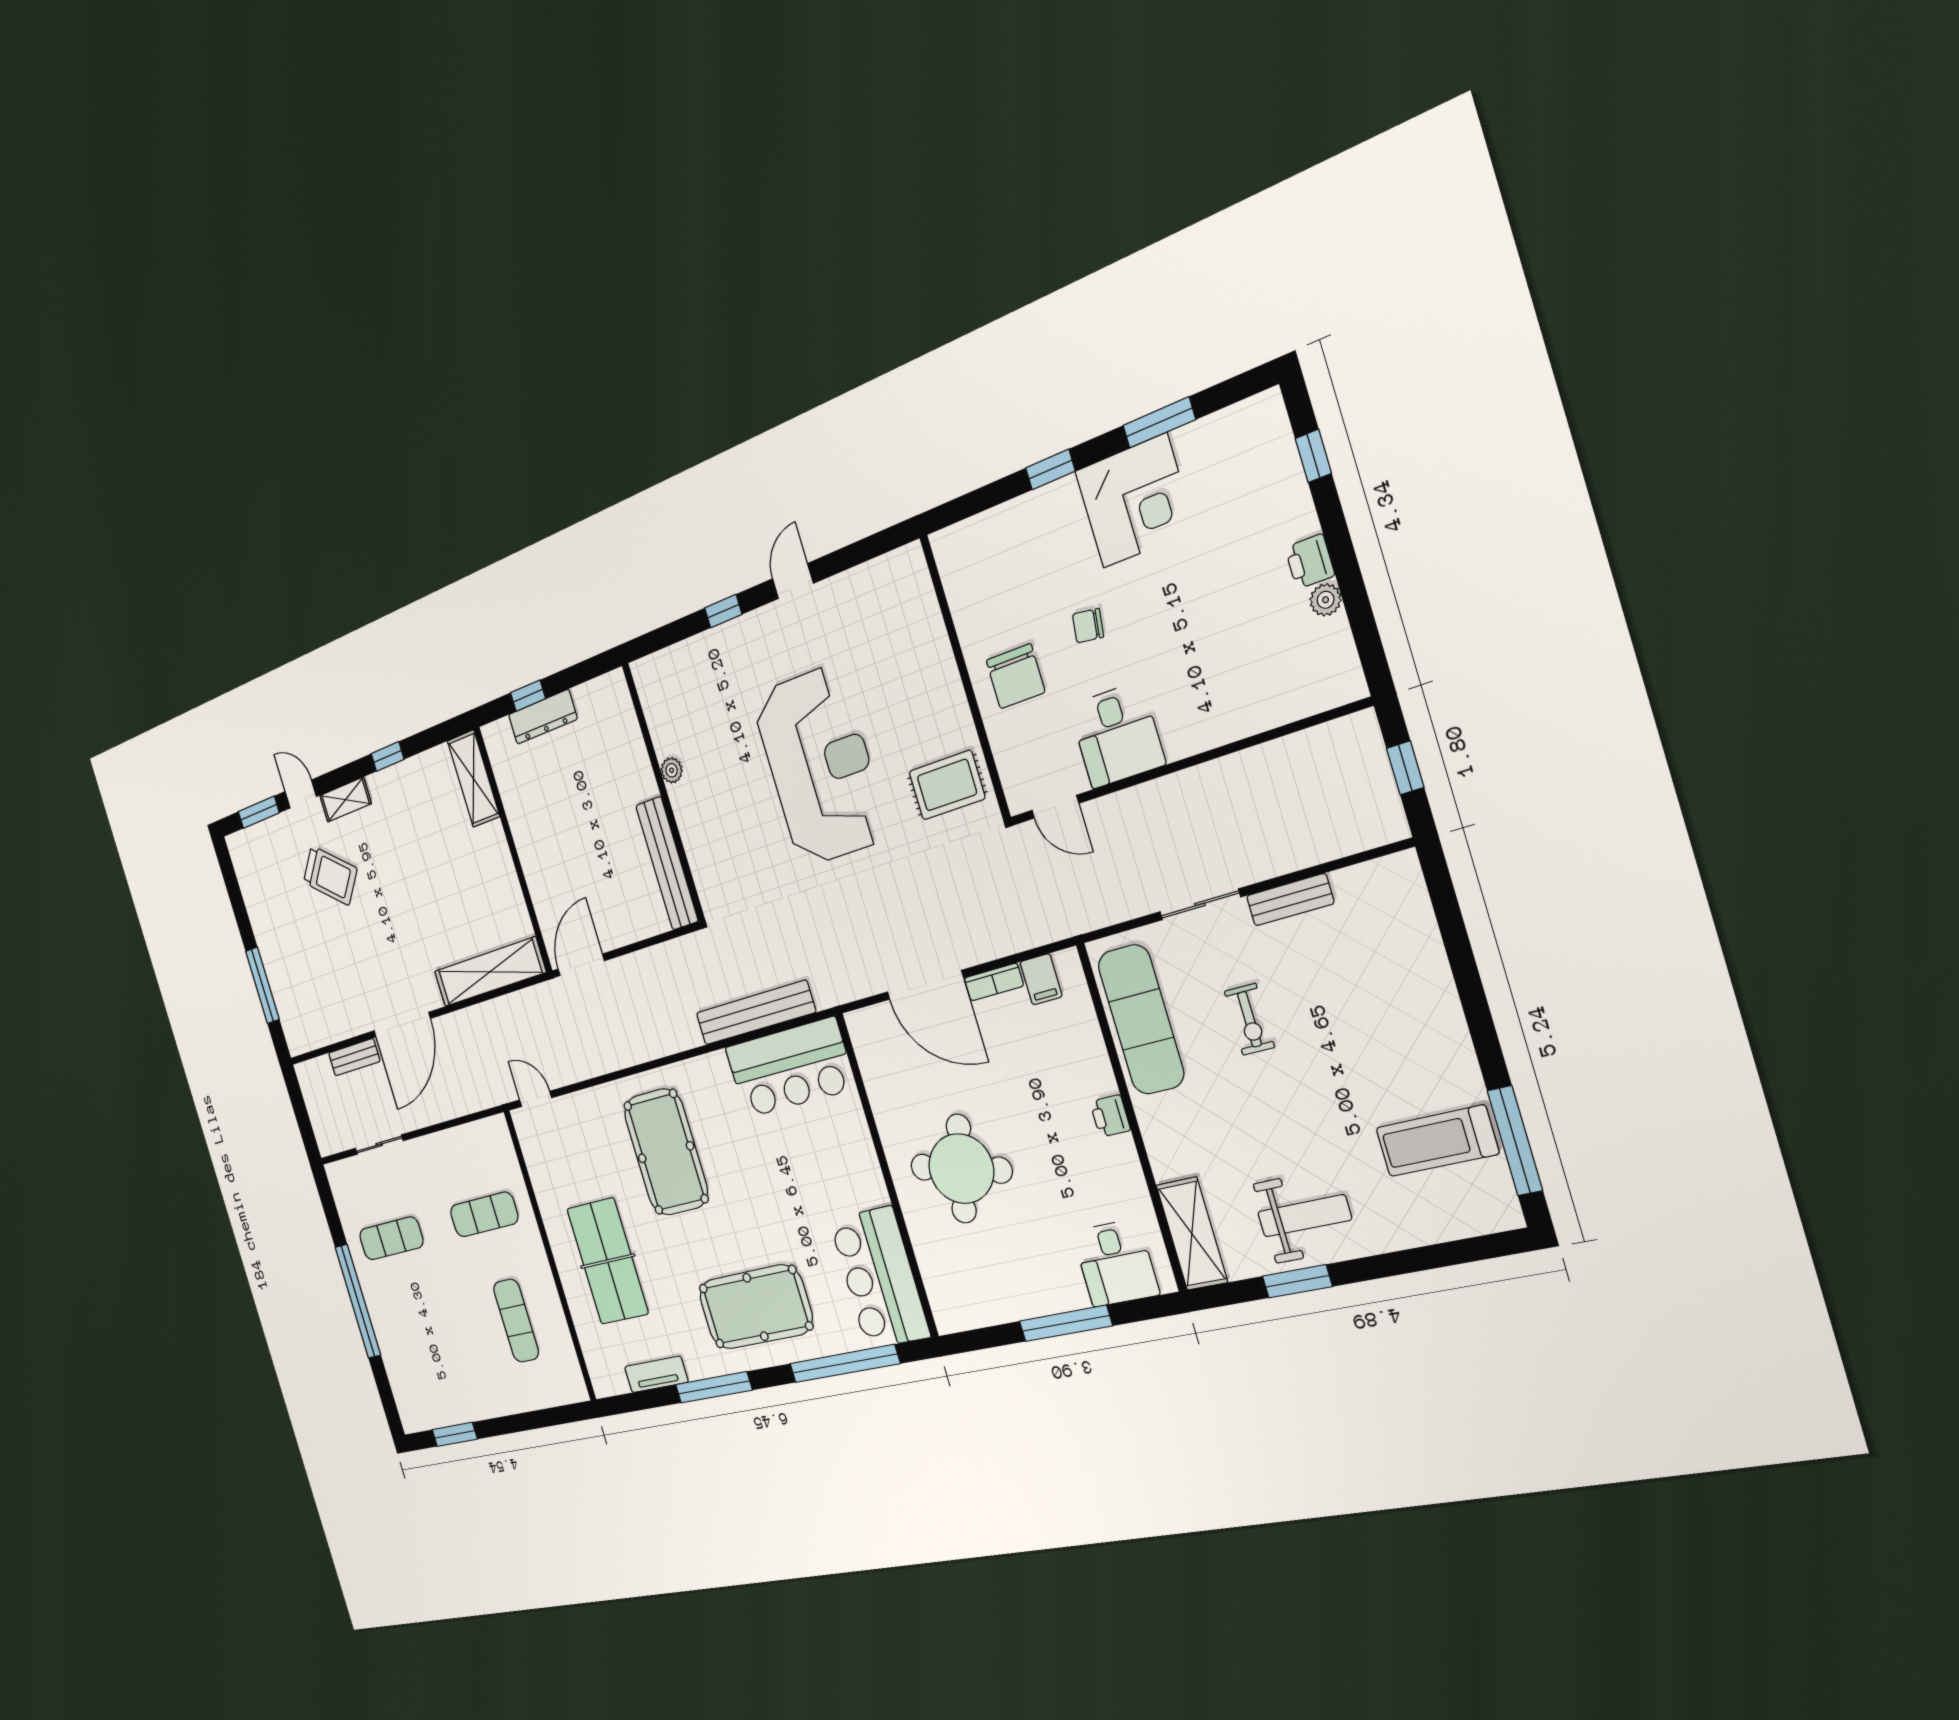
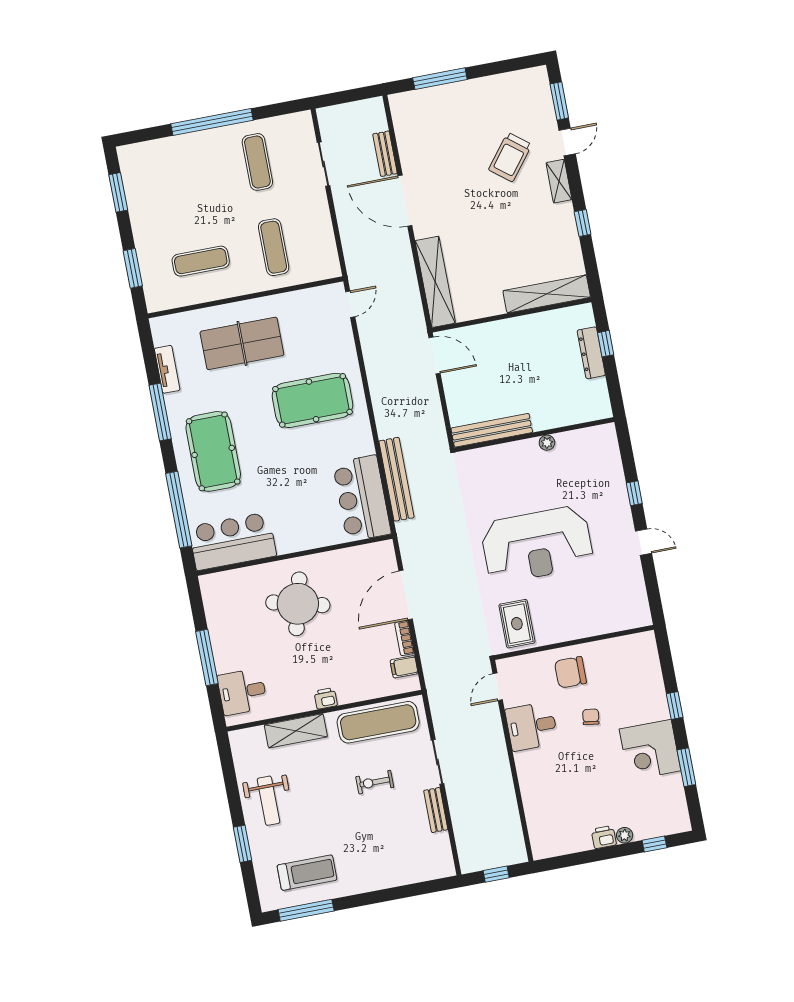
plant: (1326, 600) -> (625, 835), moved
shelving: (473, 779) -> (547, 294), width x1.47
treadmill: (1437, 1141) -> (307, 873), turned 90
shelving: (1192, 1234) -> (296, 731), moved
window: (1297, 1281) -> (242, 844), moved
window: (539, 1419) -> (133, 268), added

